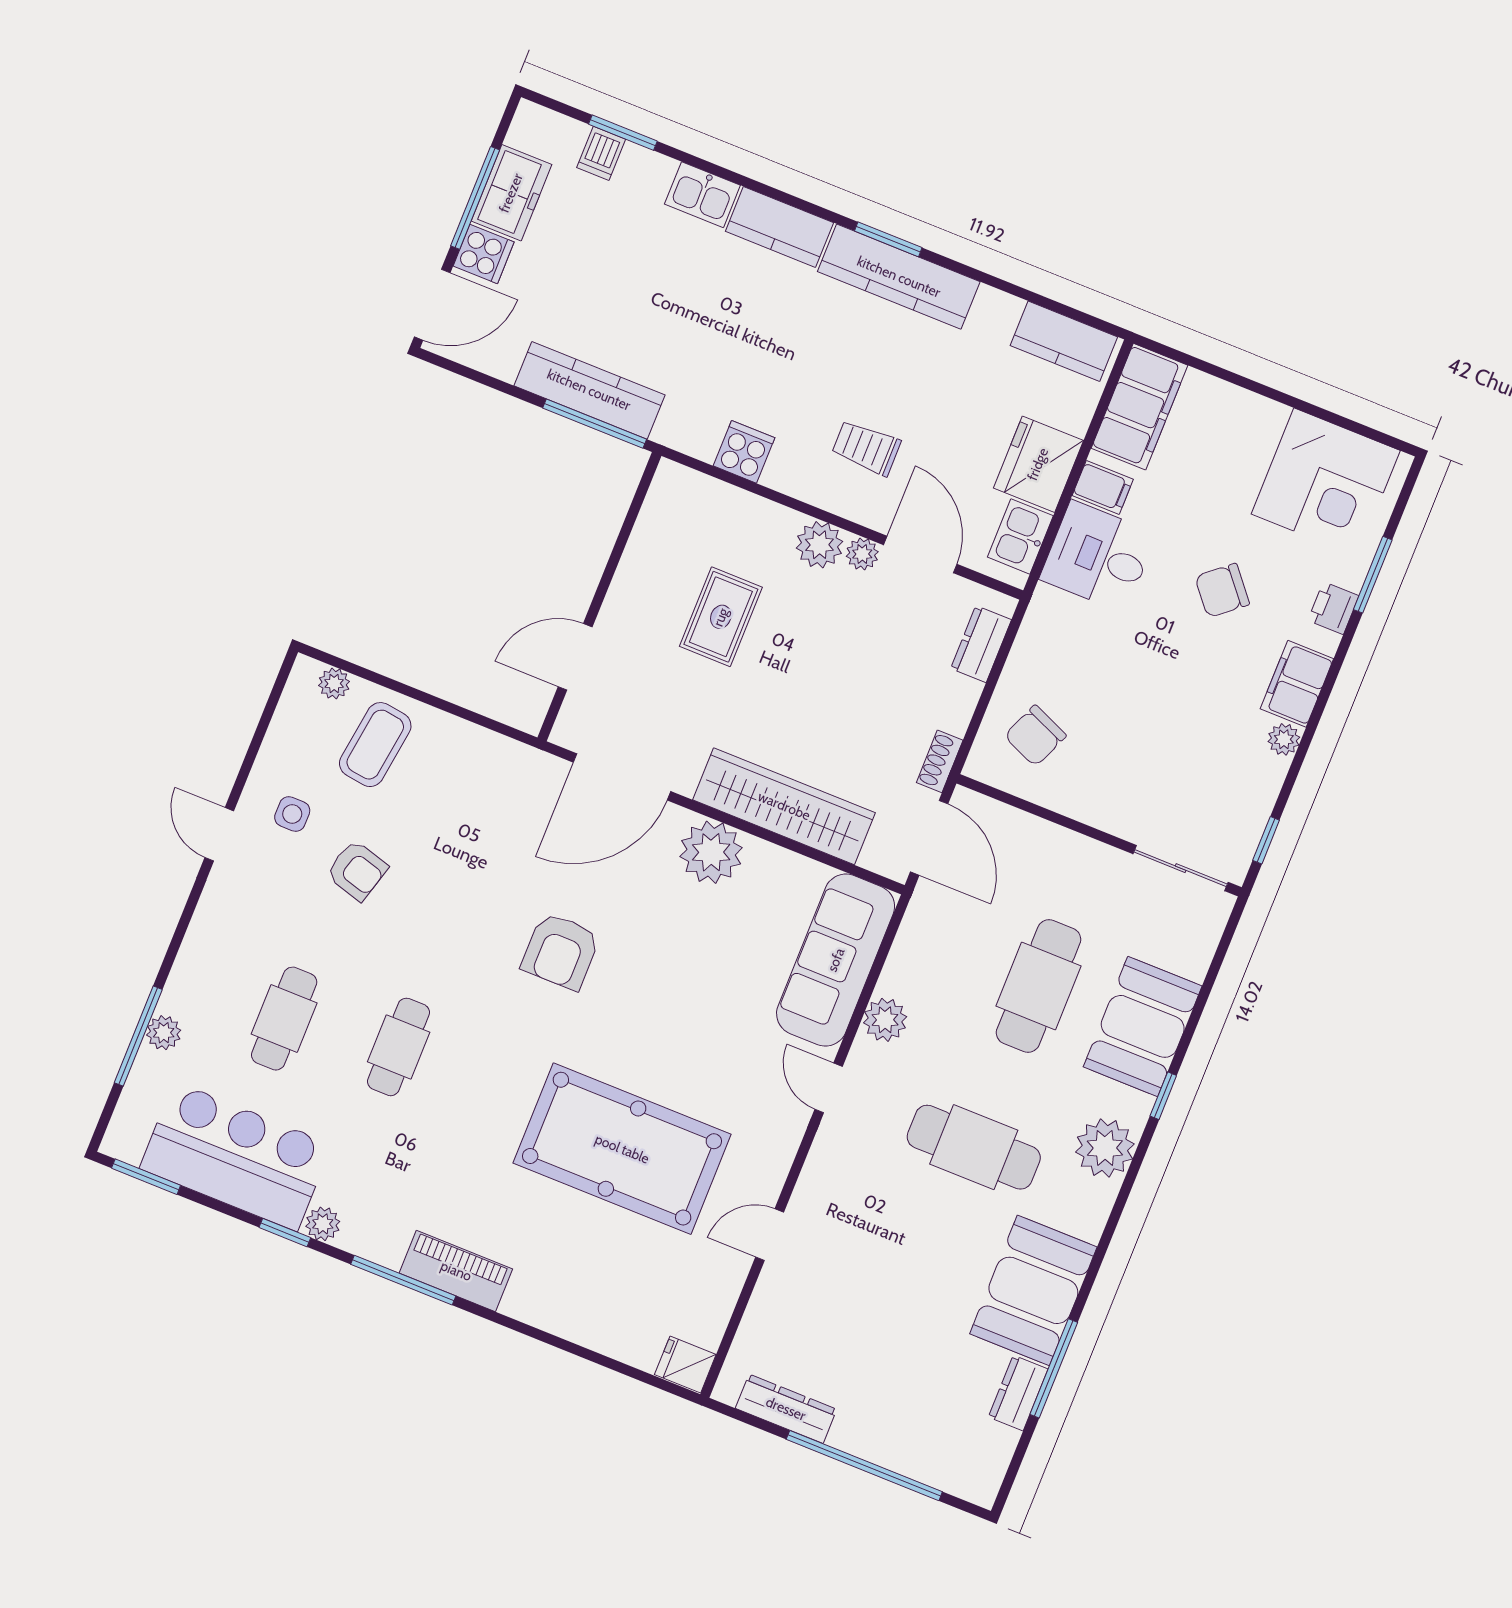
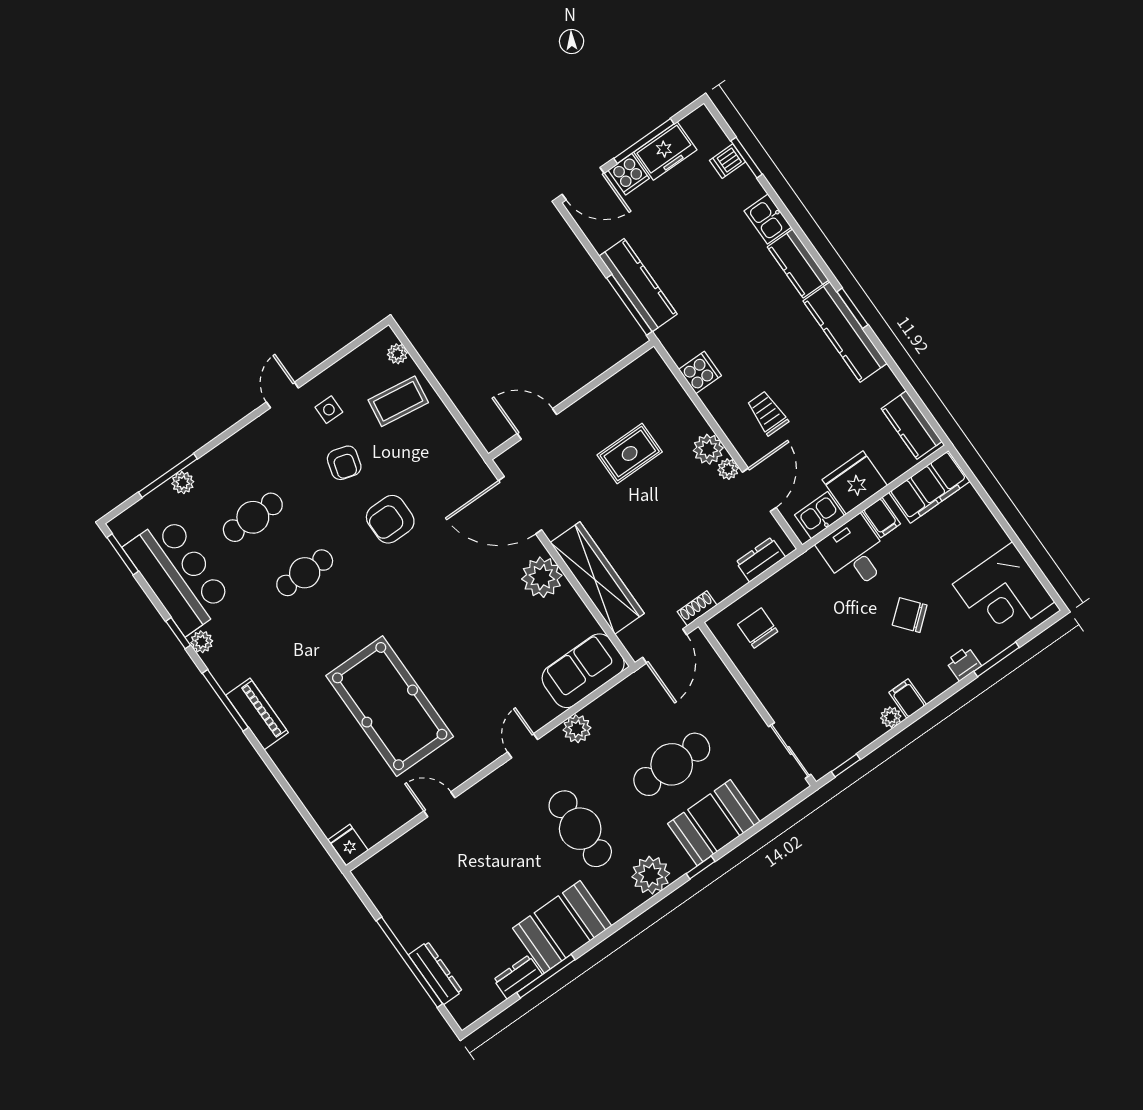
filing cabinet: (1297, 684) -> (908, 699), width x0.50
chair: (1035, 736) -> (758, 628), turned 67
armchair: (561, 951) -> (390, 519), moved
sofa: (836, 960) -> (583, 671), width x0.73
dresser: (786, 1409) -> (435, 973), moved

